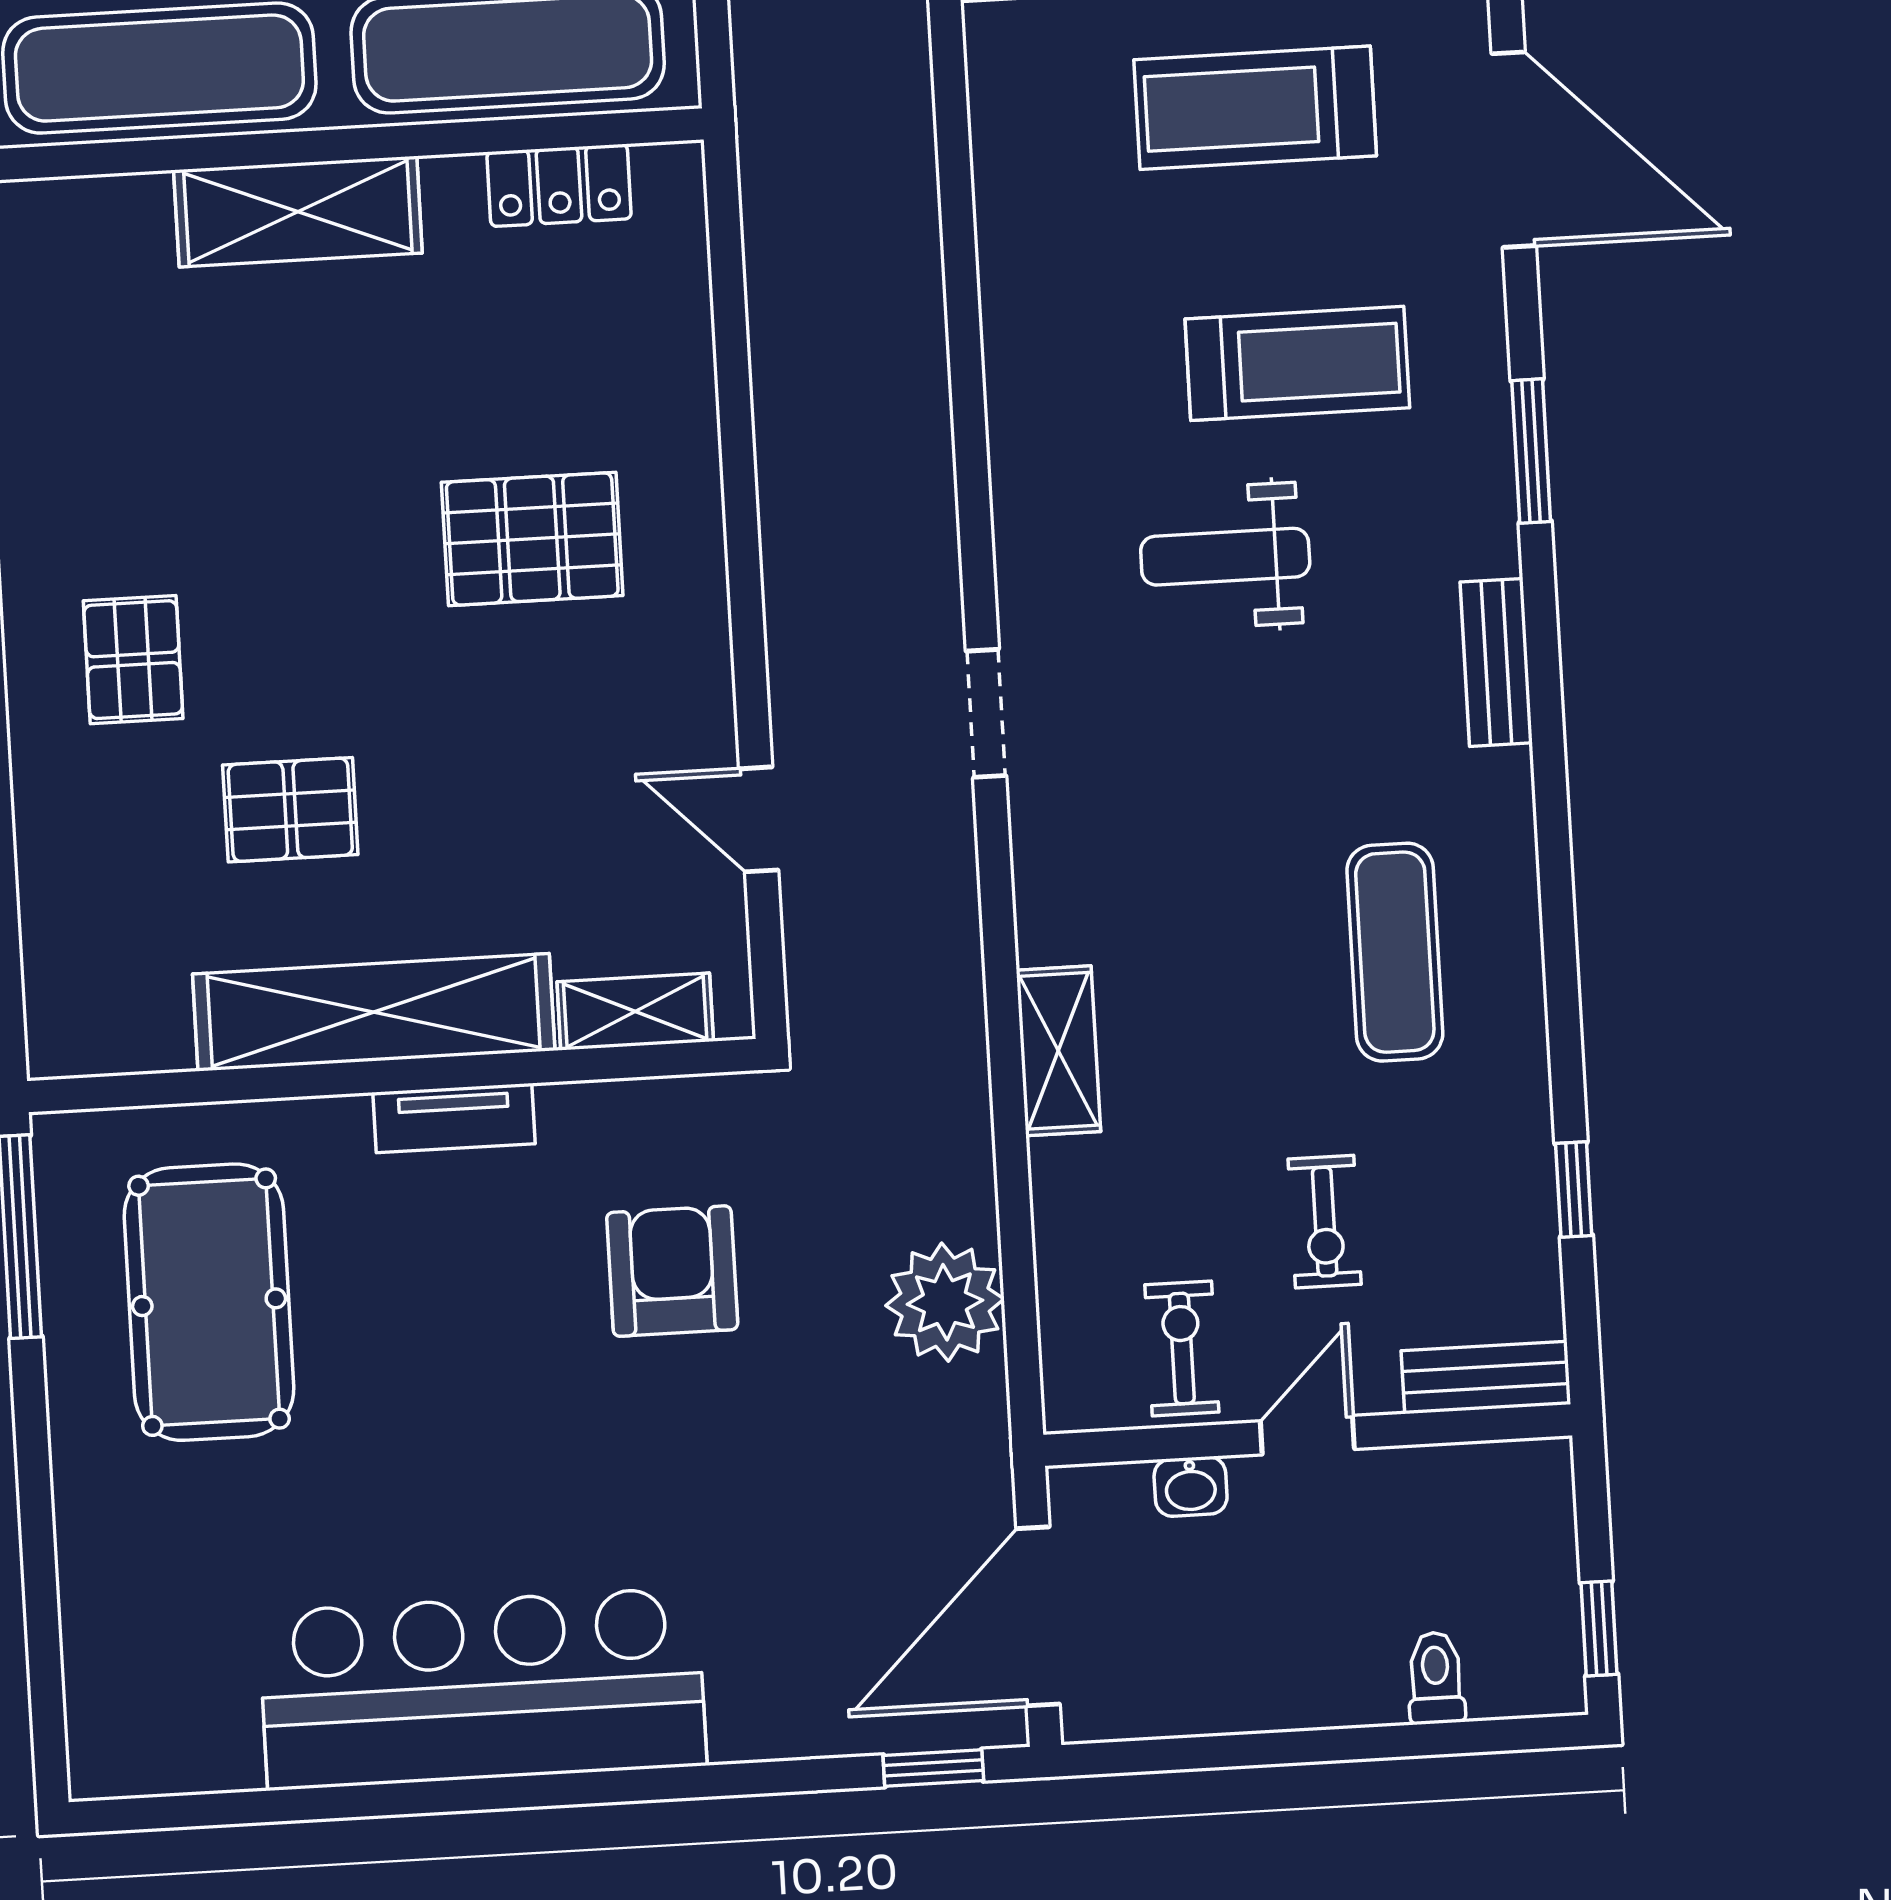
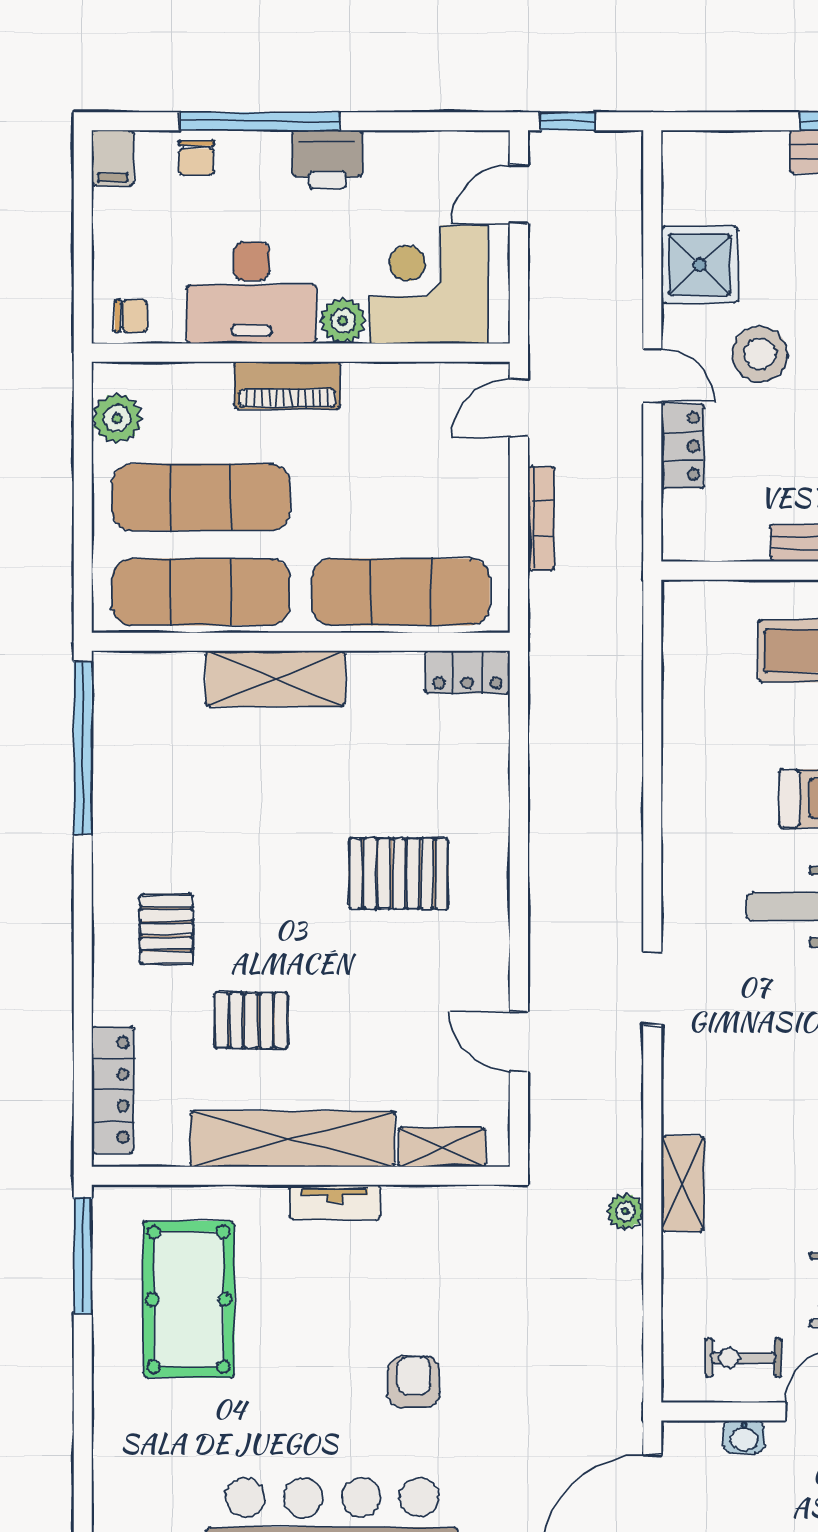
locker: (559, 185) -> (467, 672), moved
locker: (56, 945) -> (113, 1090), added
armchair: (672, 1271) -> (414, 1382), moved, width x0.72, depth x0.72
plant: (945, 1302) -> (625, 1211), moved, width x0.53, depth x0.53
exercise bike: (1182, 1348) -> (743, 1358), turned -90

